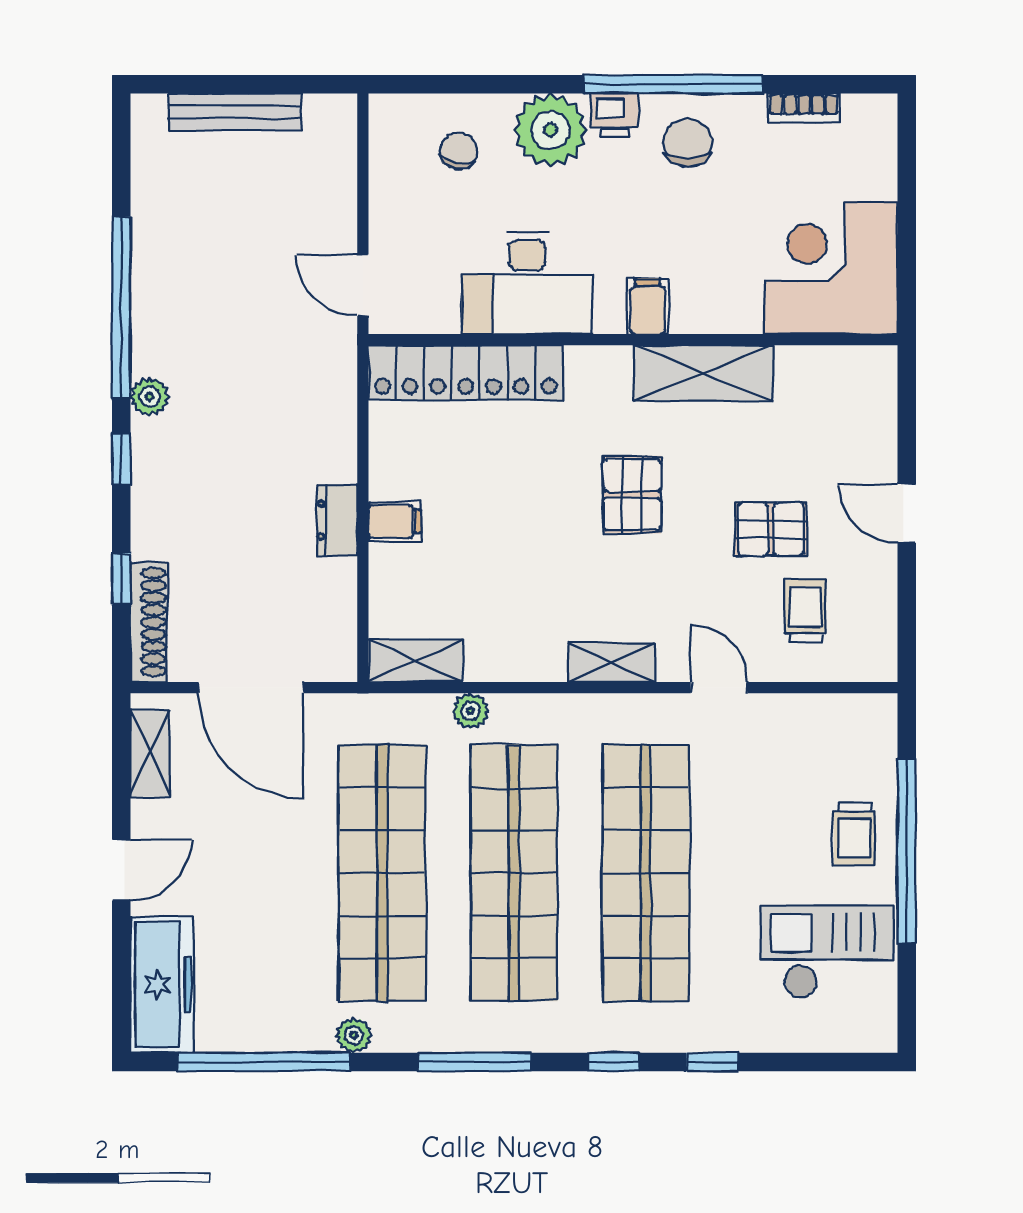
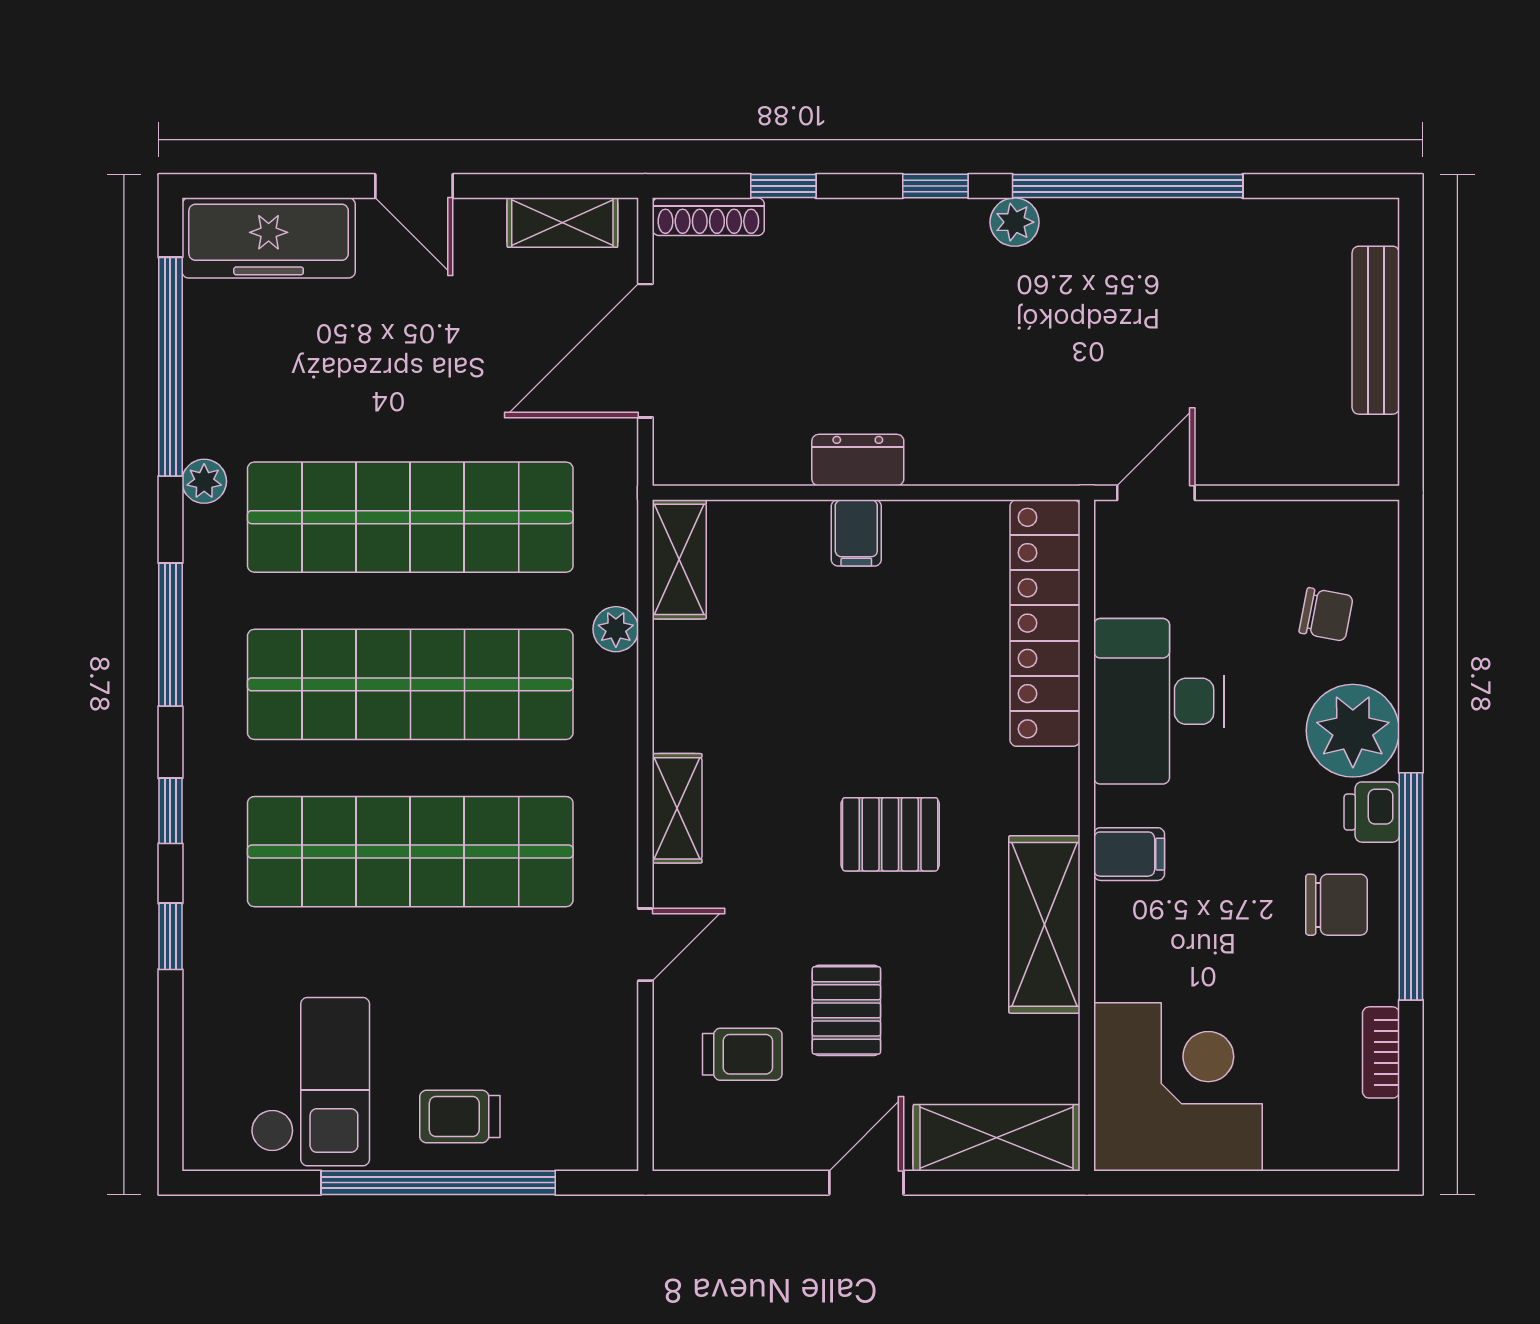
shelving: (871, 411) -> (997, 1138), added
shoe rack: (149, 622) -> (708, 217), width x0.74, depth x0.81

